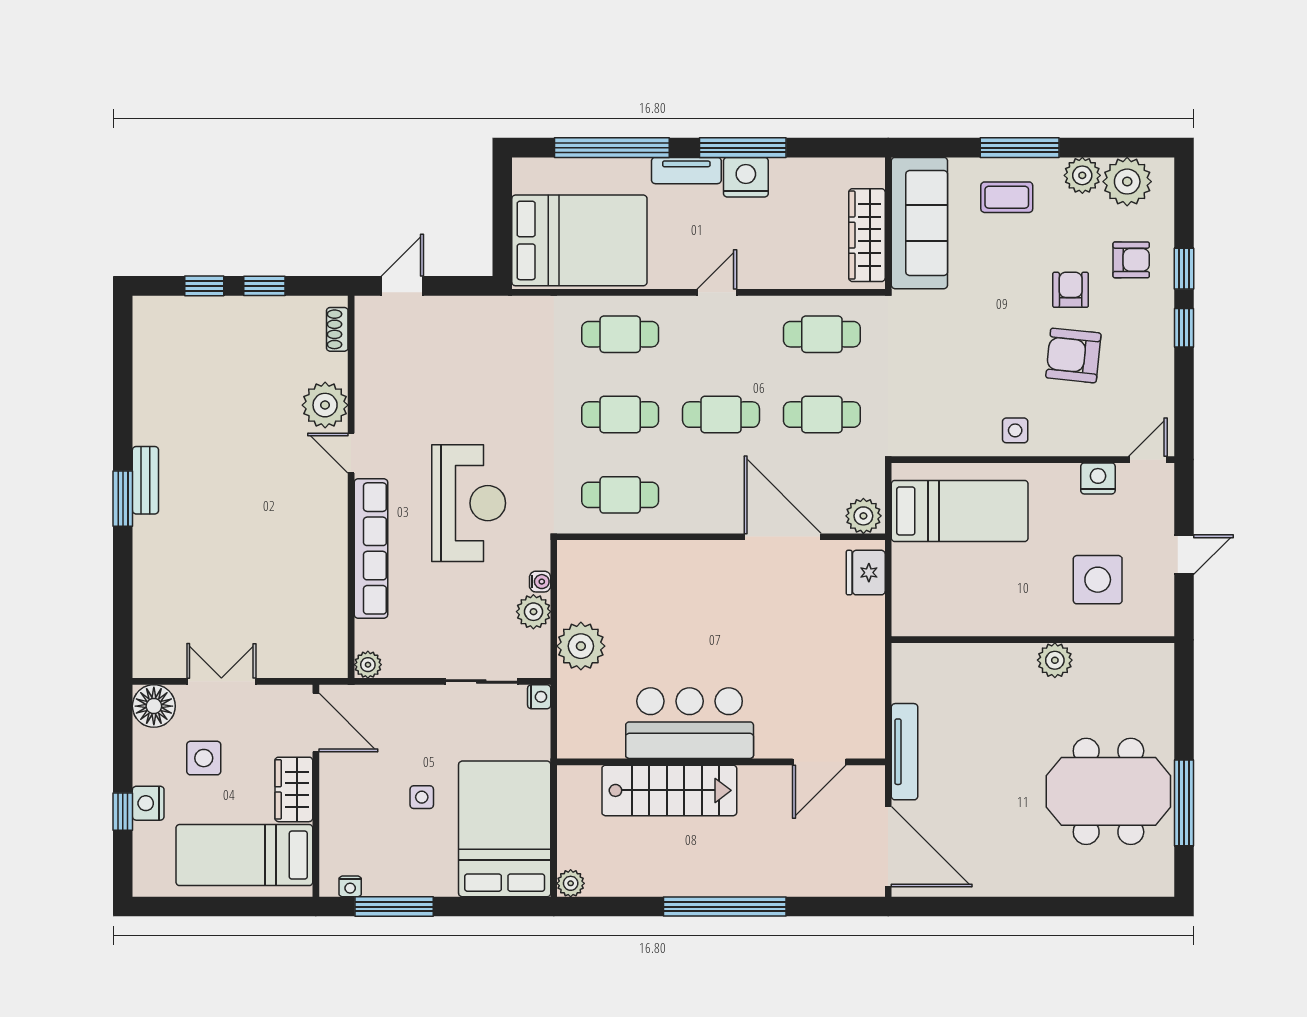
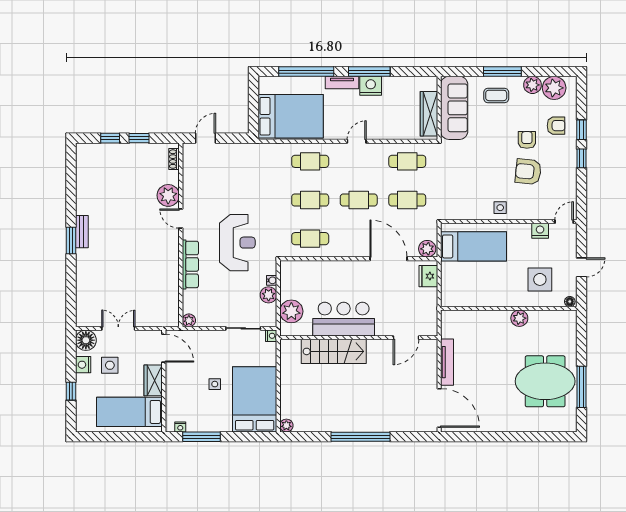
row of seats: (371, 548) -> (190, 264), width x0.73
floor lamp: (1160, 626) -> (570, 302), added
bar counter: (690, 723) -> (344, 319), moved
wall: (721, 762) -> (359, 338), moved
door: (819, 762) -> (406, 338), moved
stairs: (669, 790) -> (334, 351), moved
nightstand: (148, 803) -> (83, 365), moved

